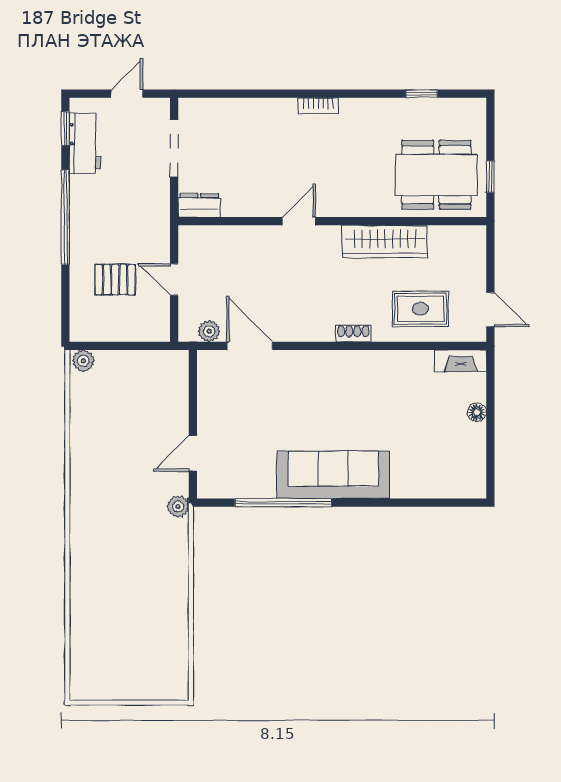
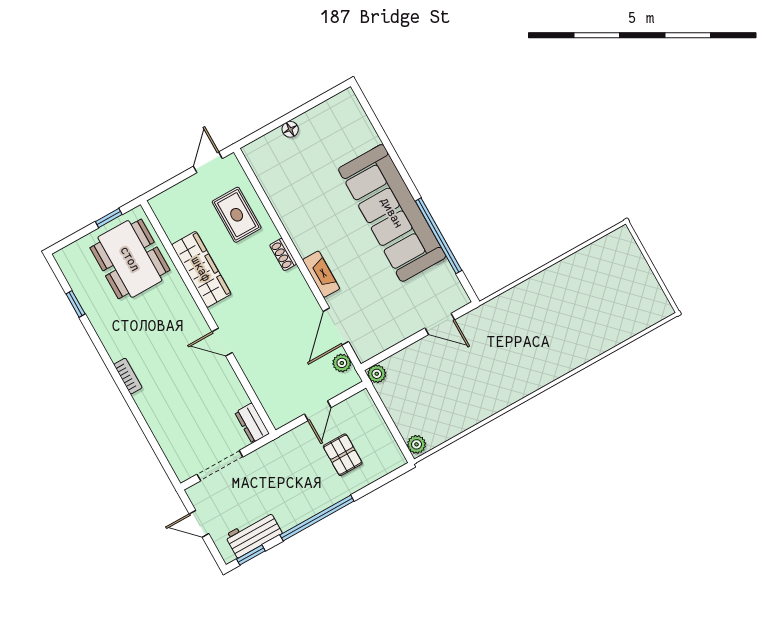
fireplace: (461, 361) -> (321, 274), moved
sofa: (333, 475) -> (392, 213), width x1.36, depth x1.27
plant: (178, 506) -> (377, 374), moved

